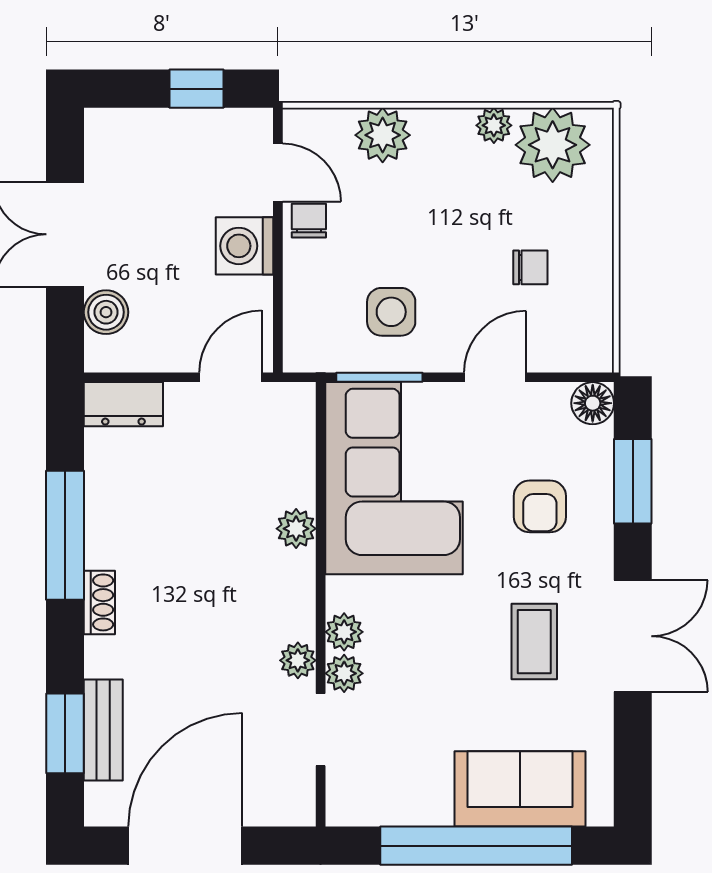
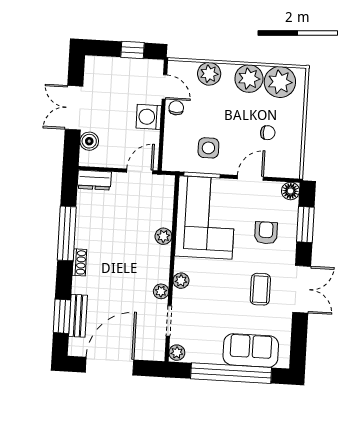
plant: (494, 125) -> (249, 79), width x1.88, depth x1.88
armchair: (540, 506) -> (266, 233), turned 180
plant: (344, 673) -> (177, 353), moved

